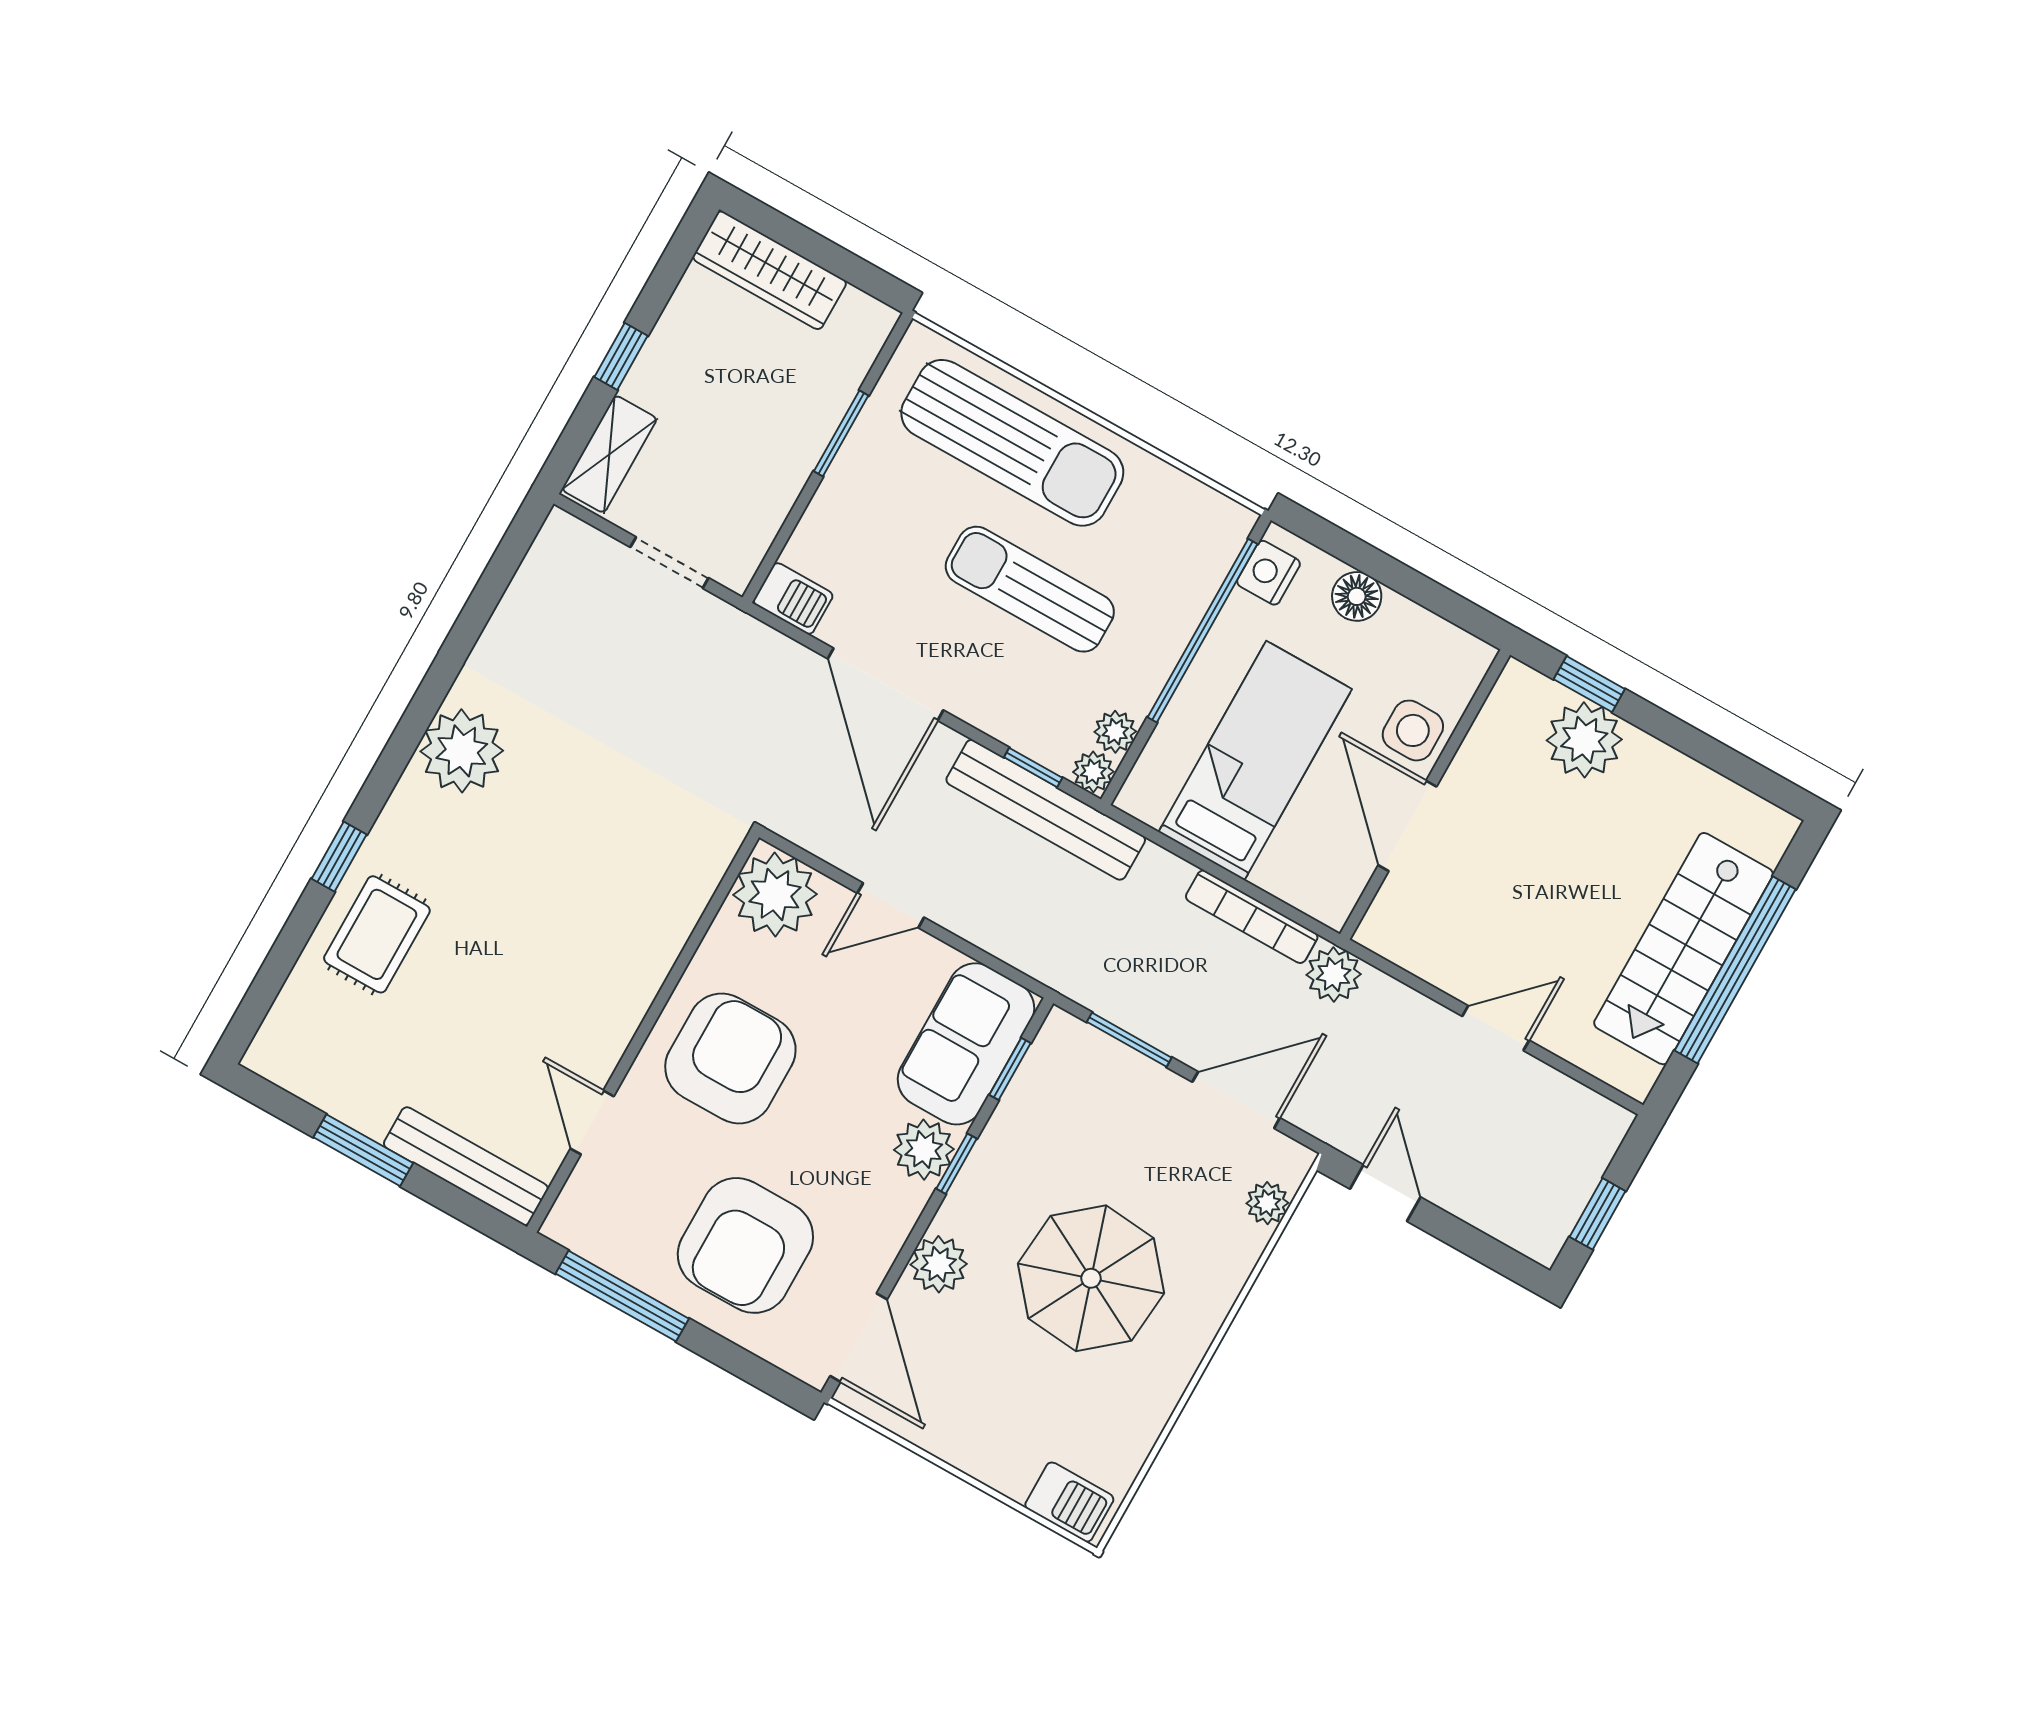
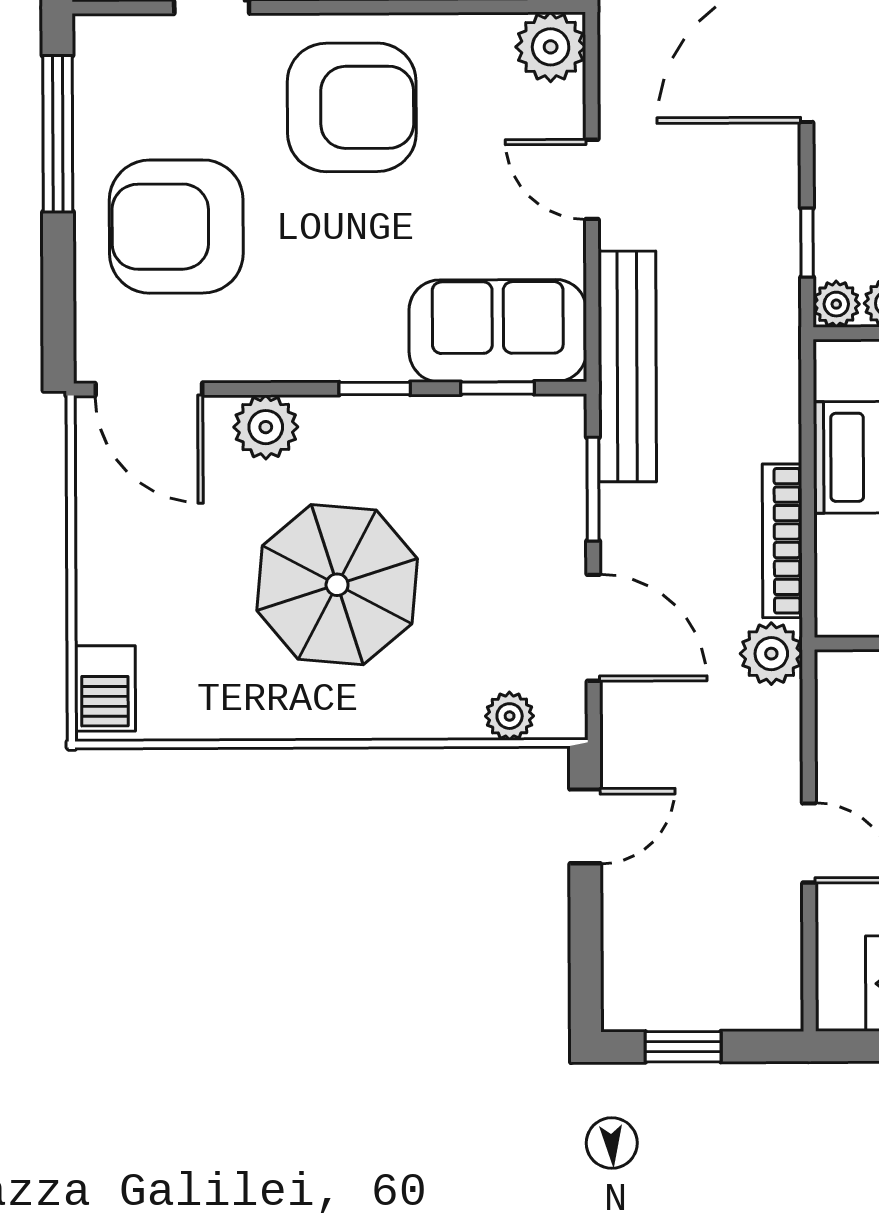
bench: (1046, 810) -> (627, 366), moved
plant: (775, 894) -> (551, 47), width x0.73, depth x0.73
plant: (924, 1150) -> (370, 348), removed
door: (859, 1338) -> (149, 389), hinge flipped

